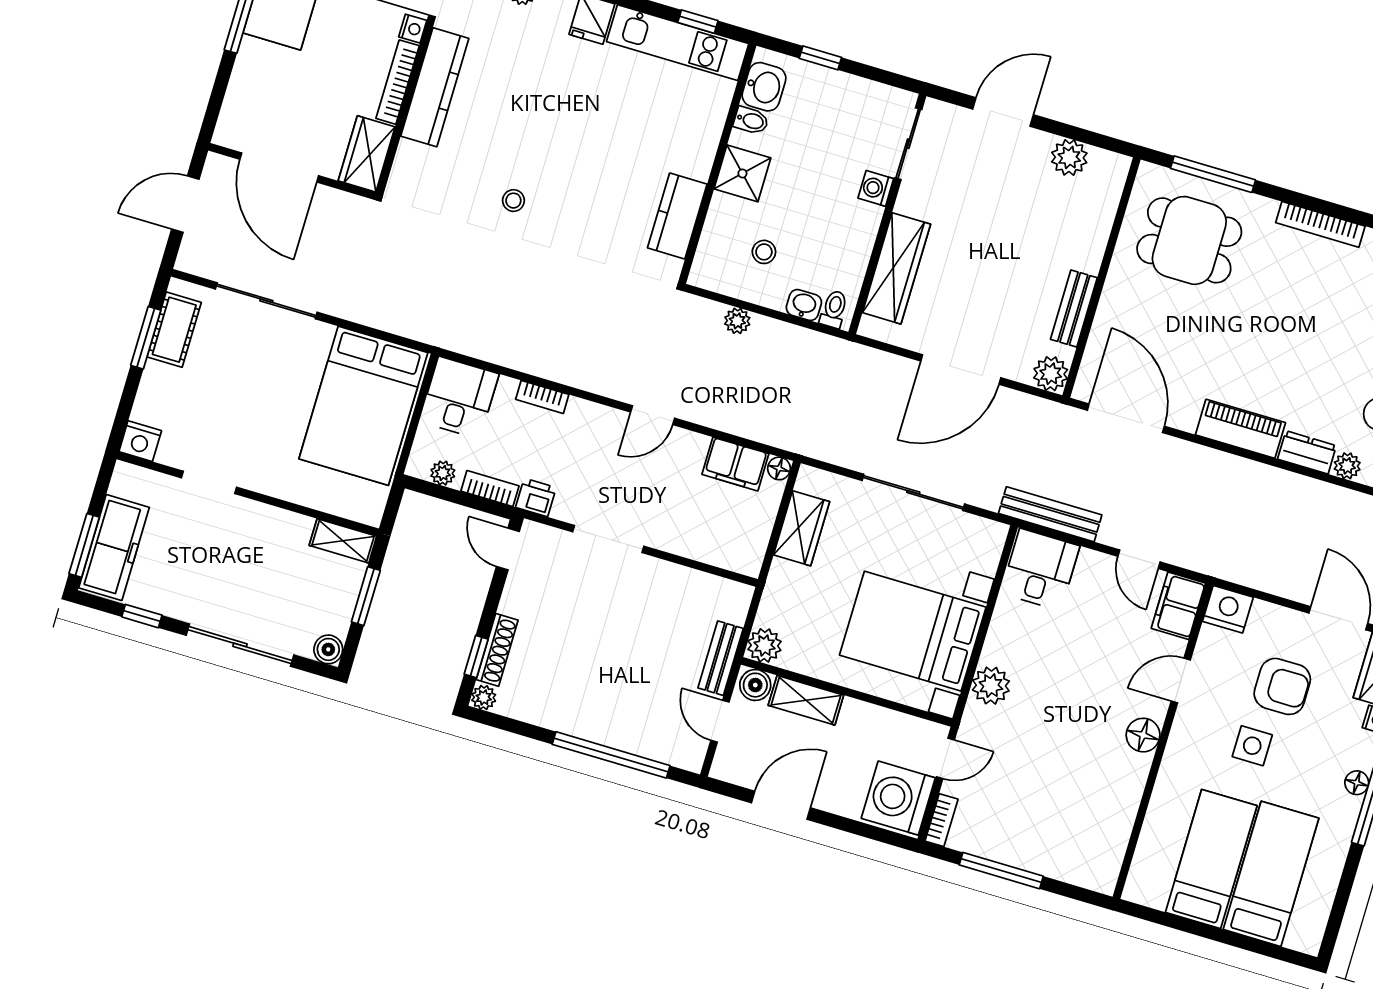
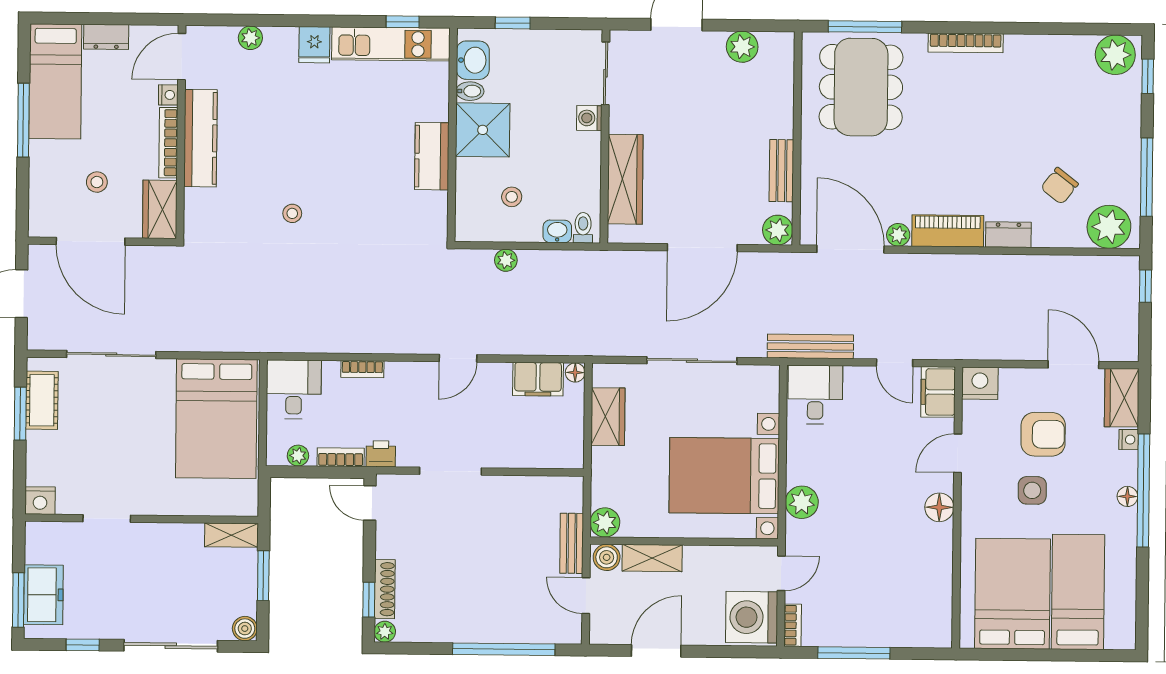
stool: (305, 103) -> (97, 182), added
shower: (742, 173) -> (483, 130), width x1.36, depth x1.36
kitchen counter: (677, 216) -> (432, 156), moved
dining table: (1189, 240) -> (861, 87), width x1.38
plant: (1347, 466) -> (898, 235), moved
freezer: (114, 548) -> (43, 595), width x0.71
bed: (1211, 859) -> (1013, 594), width x1.50

